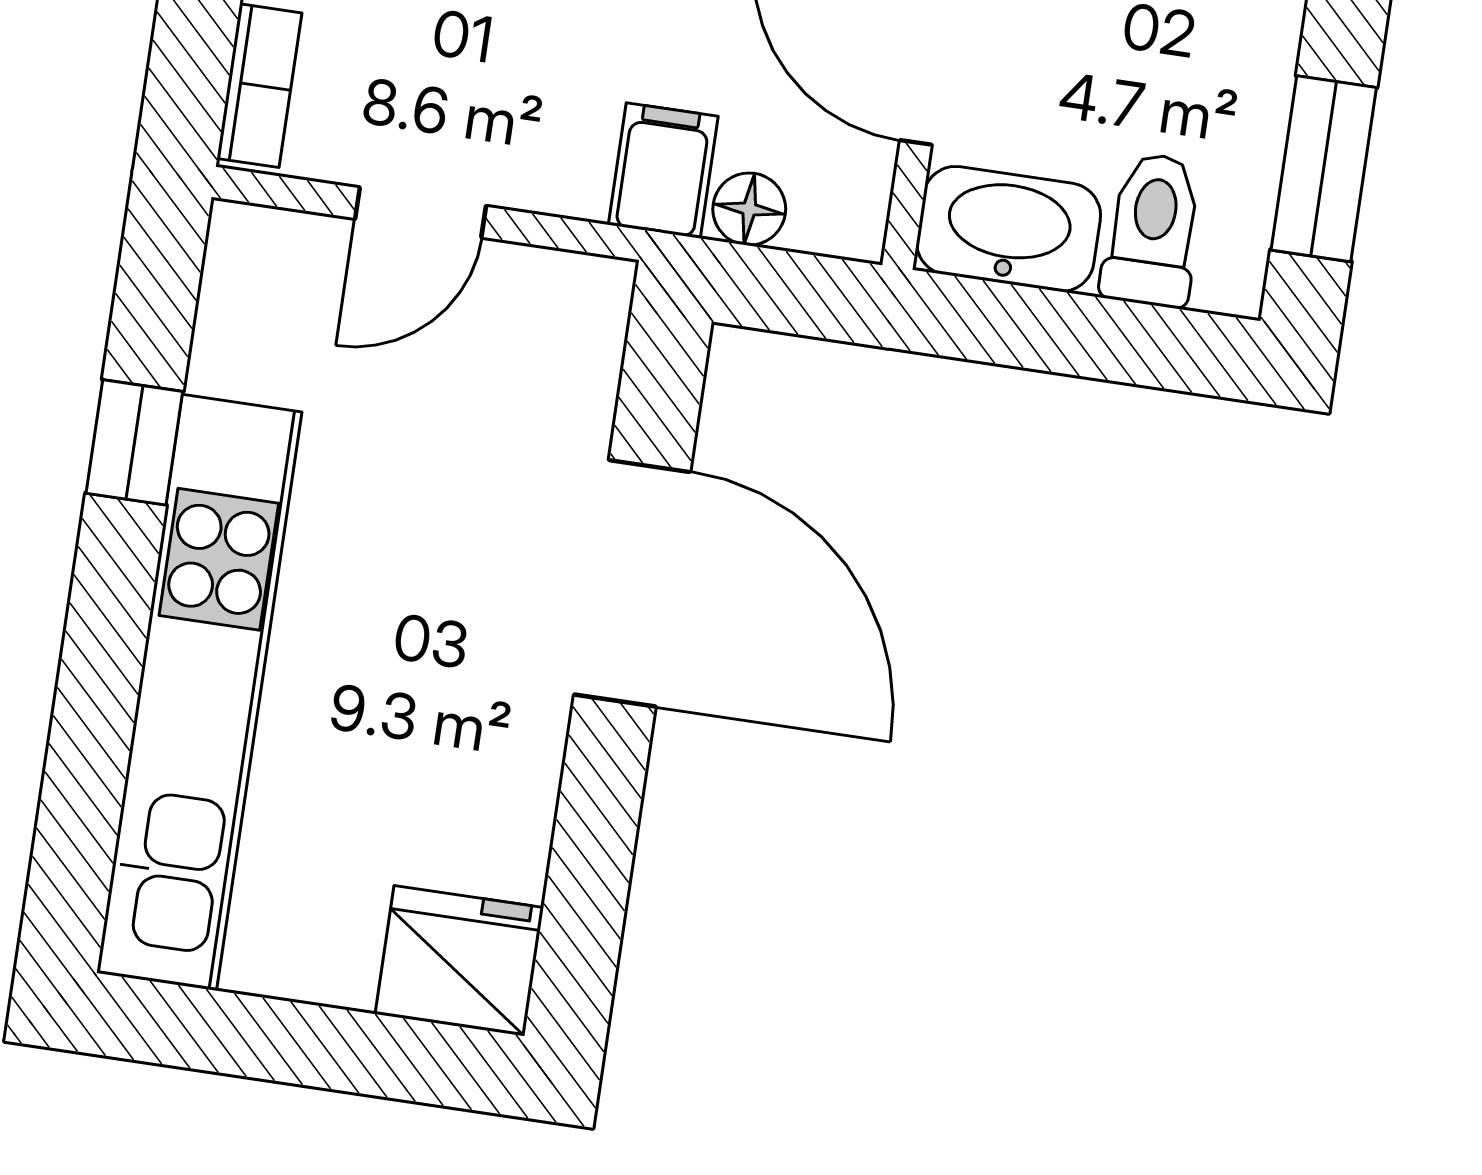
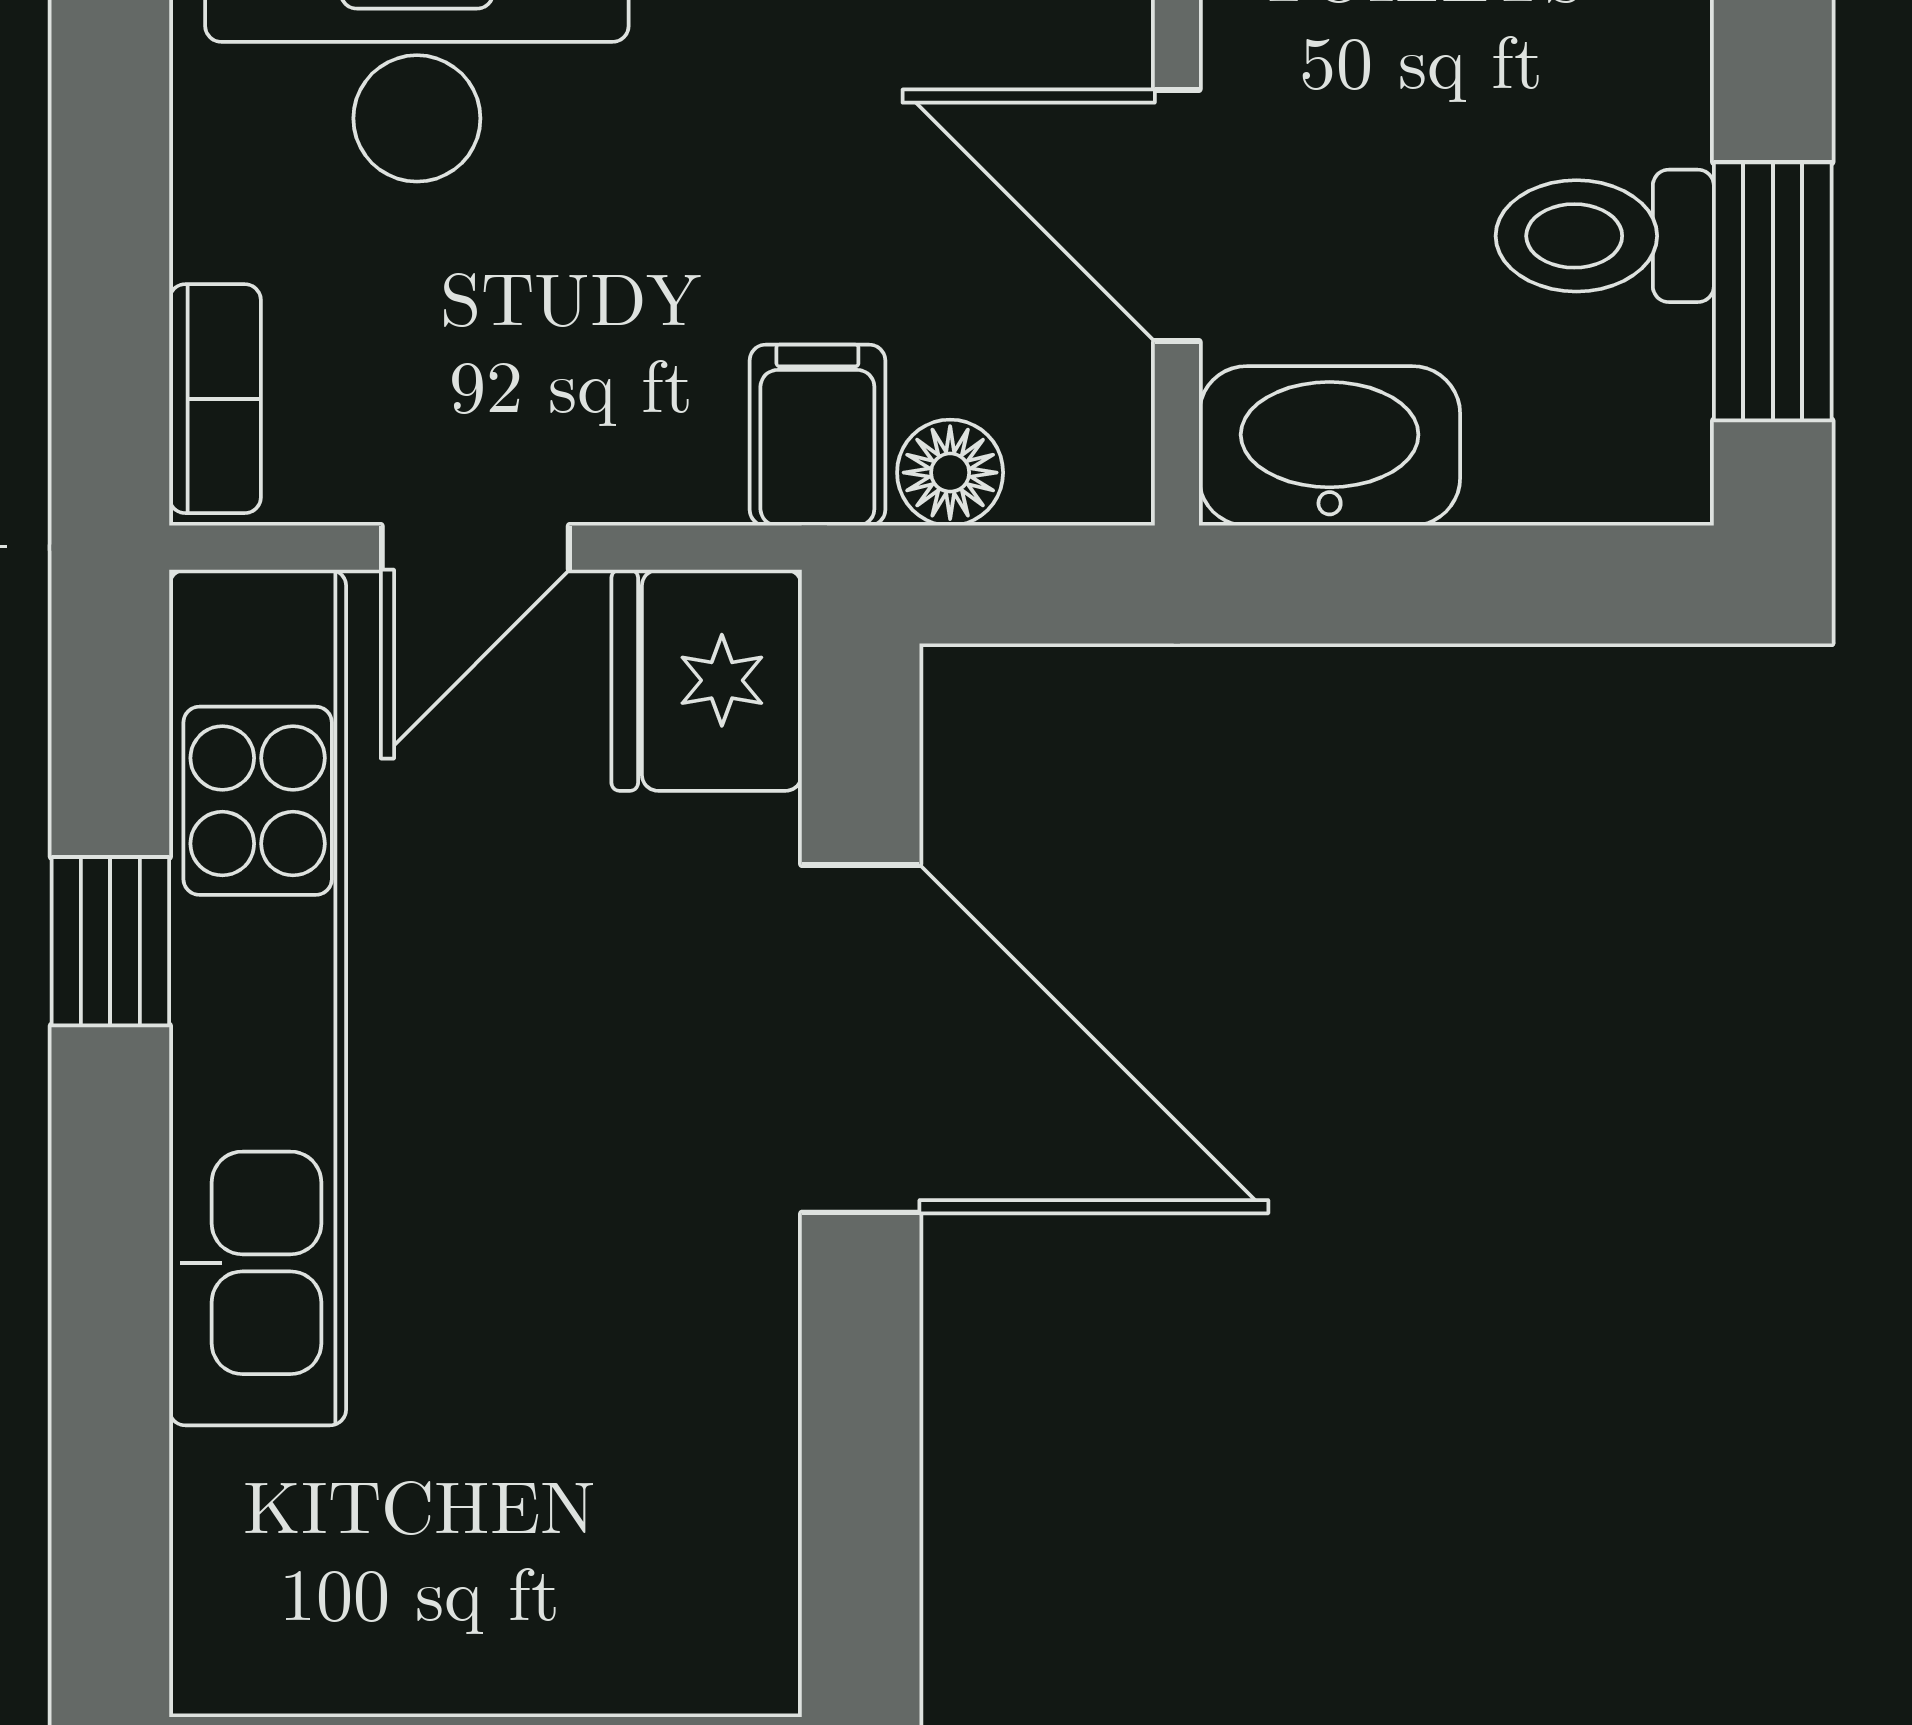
toilet: (1153, 230) -> (1605, 236), moved, turned -90
kitchen unit: (199, 692) -> (258, 998), moved
fridge: (459, 961) -> (707, 680), moved, turned -90

